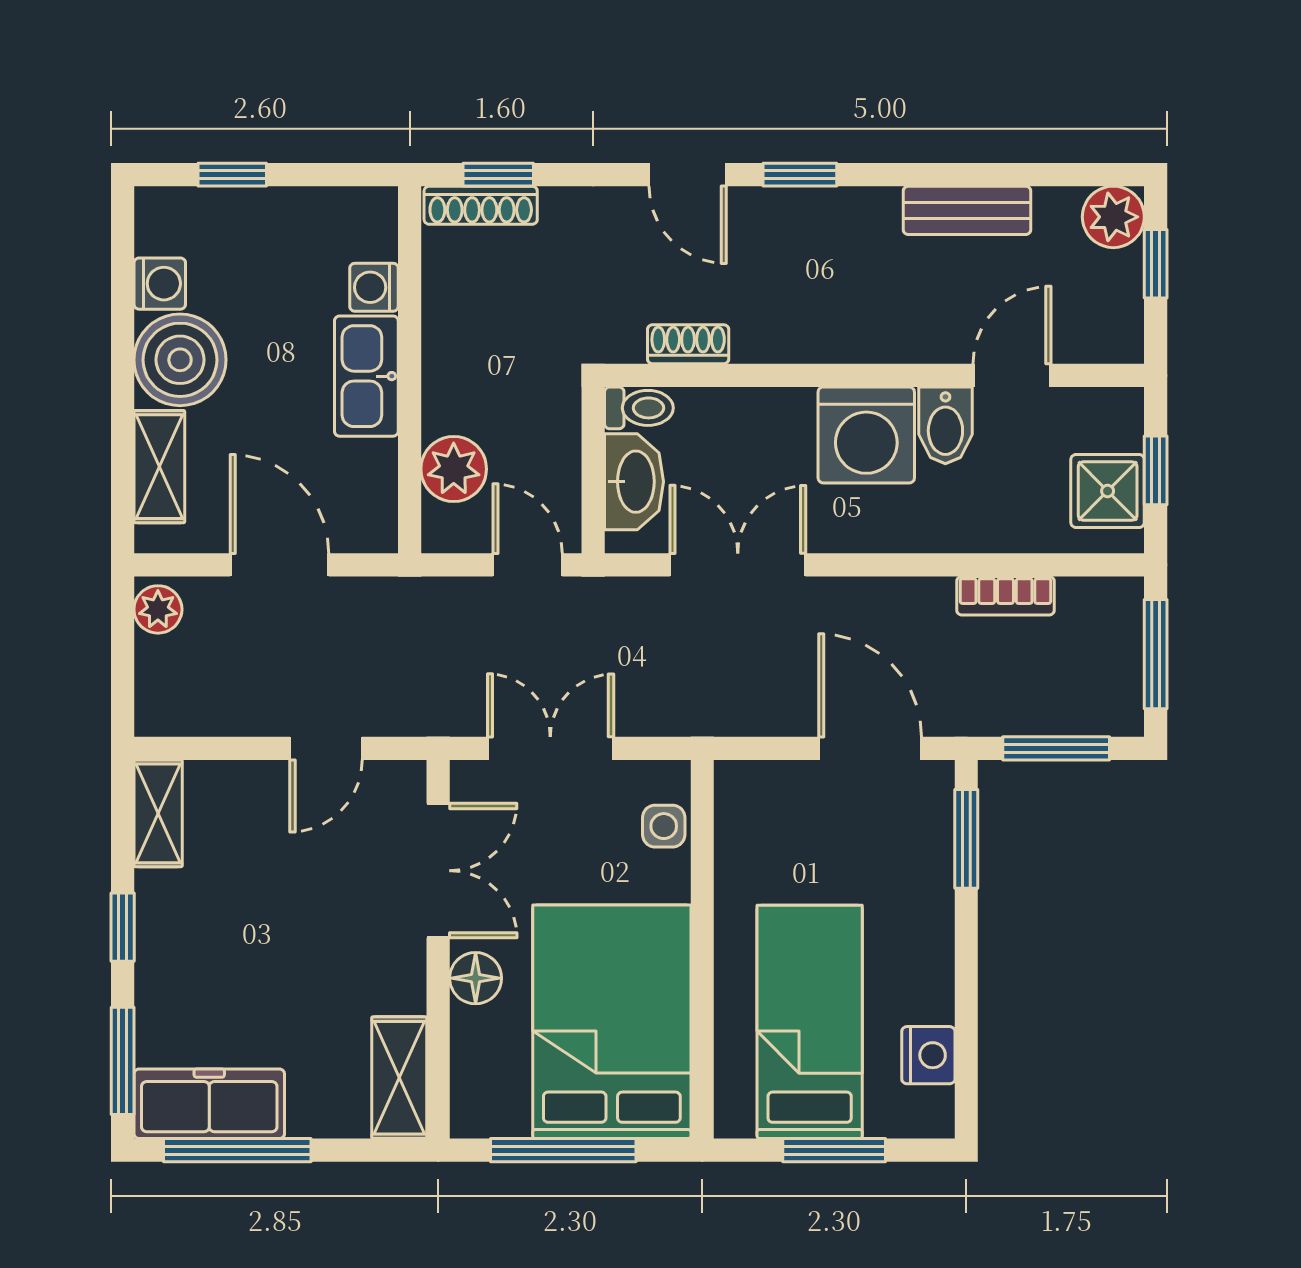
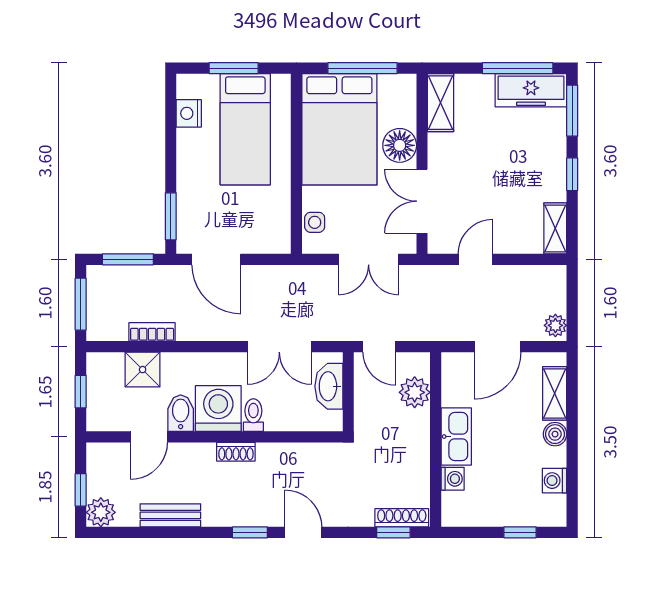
shoe rack: (688, 344) -> (236, 452), moved
boiler: (180, 360) -> (555, 434), width x0.54, depth x0.54
toilet: (639, 408) -> (253, 415), moved, turned 90
shower: (1108, 491) -> (143, 370), moved
door: (280, 565) -> (498, 347), hinge flipped
floor lamp: (476, 978) -> (400, 145), width x1.38, depth x1.38

